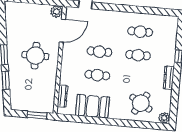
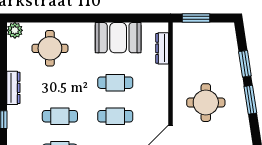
round table: (141, 103) -> (50, 48), turned -31

